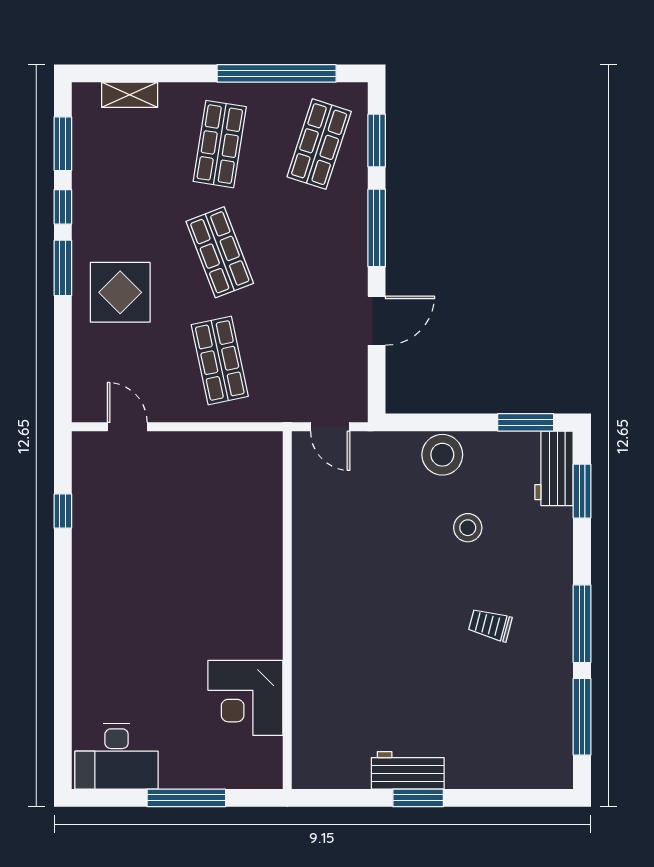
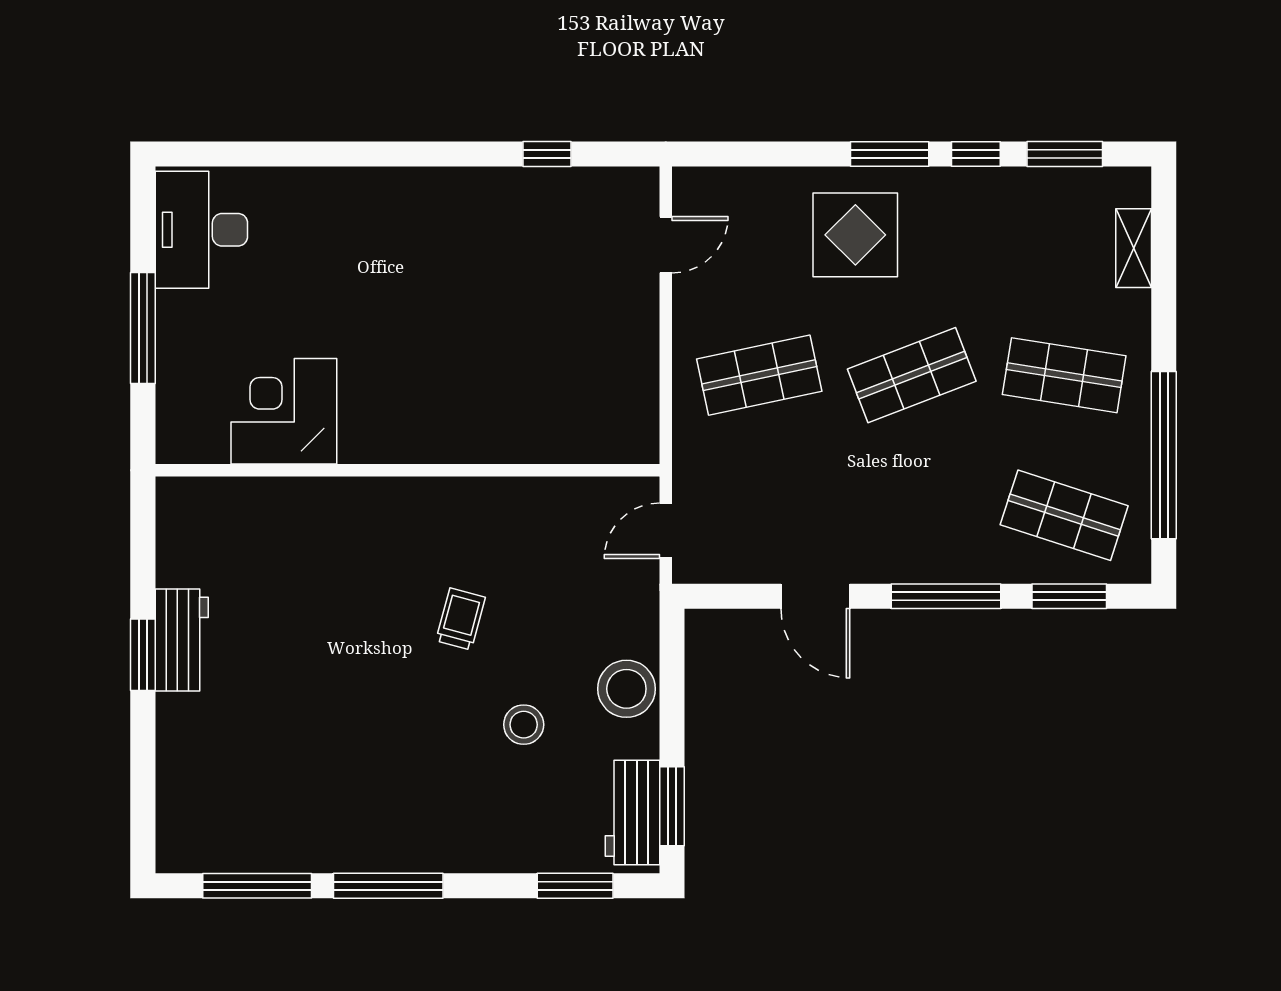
workbench: (554, 468) -> (632, 813), moved, turned -90
trolley: (490, 625) -> (461, 619), moved

